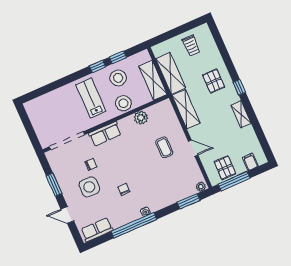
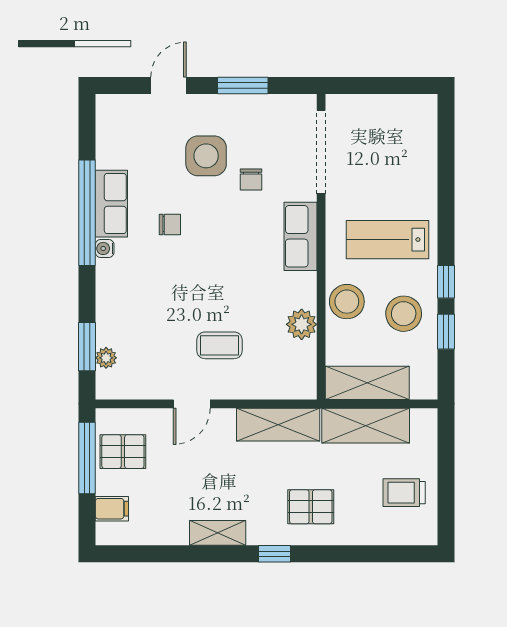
lab bench: (91, 98) -> (387, 240), turned 180
plant: (201, 187) -> (106, 358), moved
row of seats: (97, 230) -> (111, 204), moved

